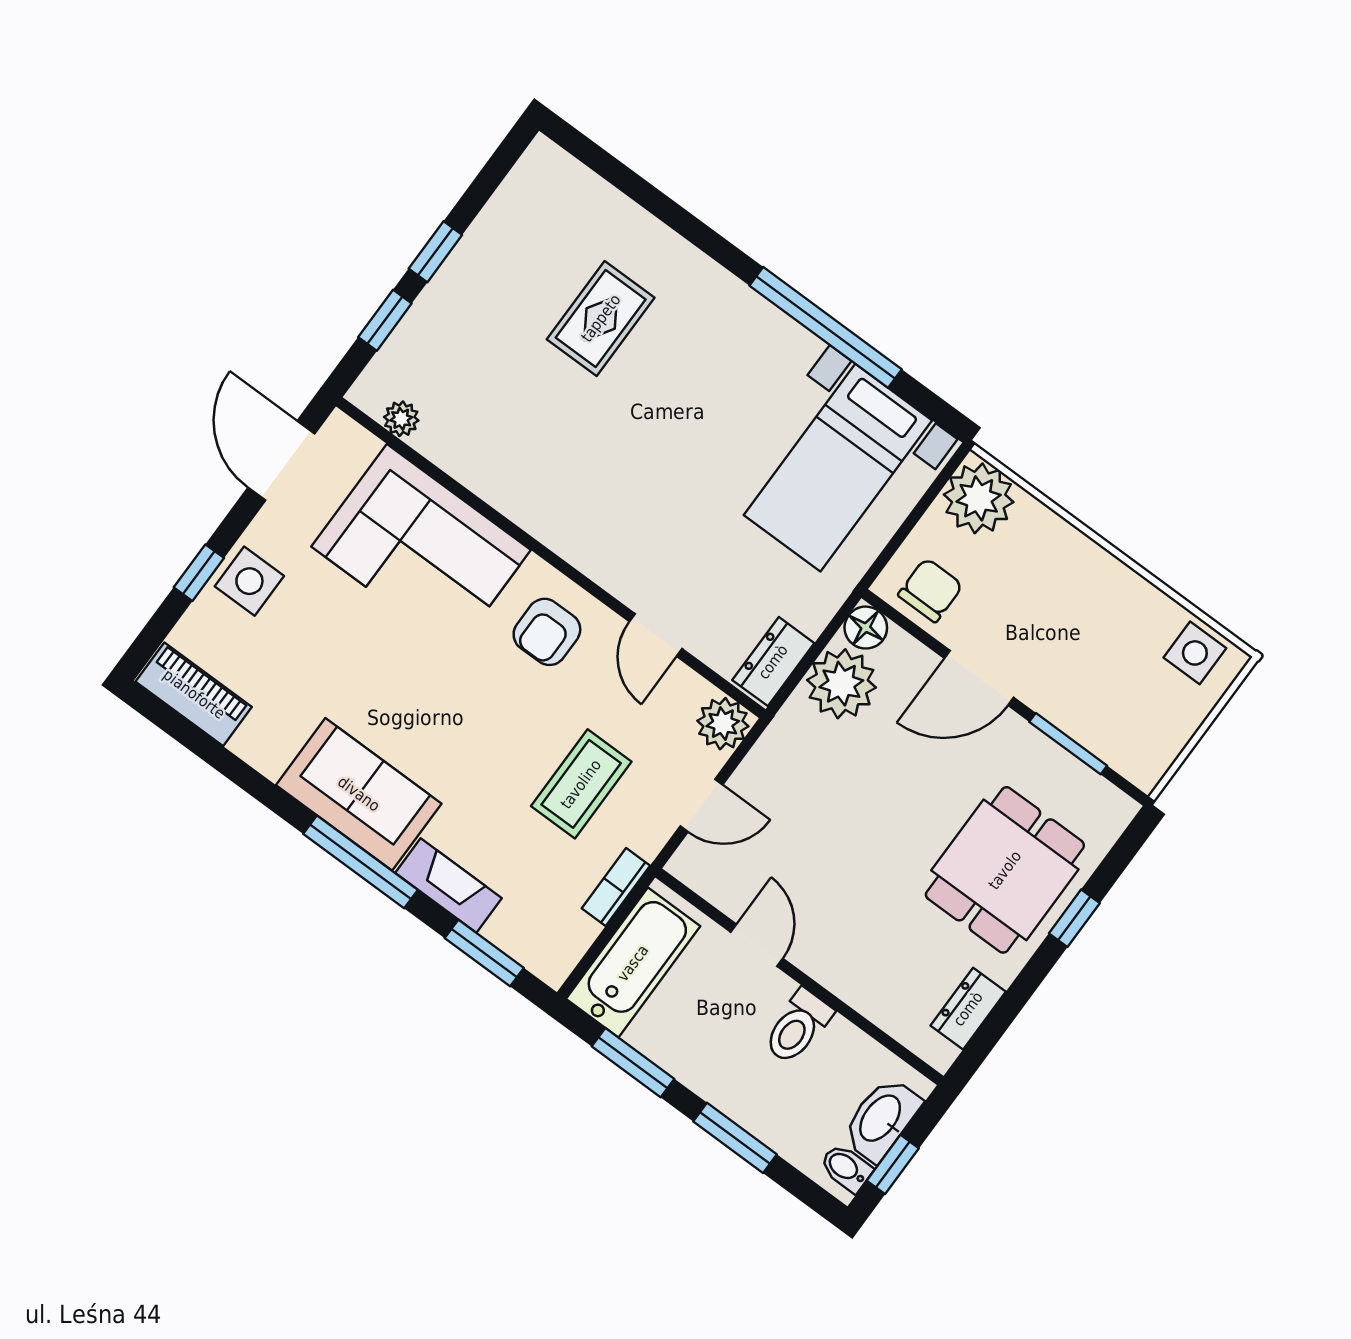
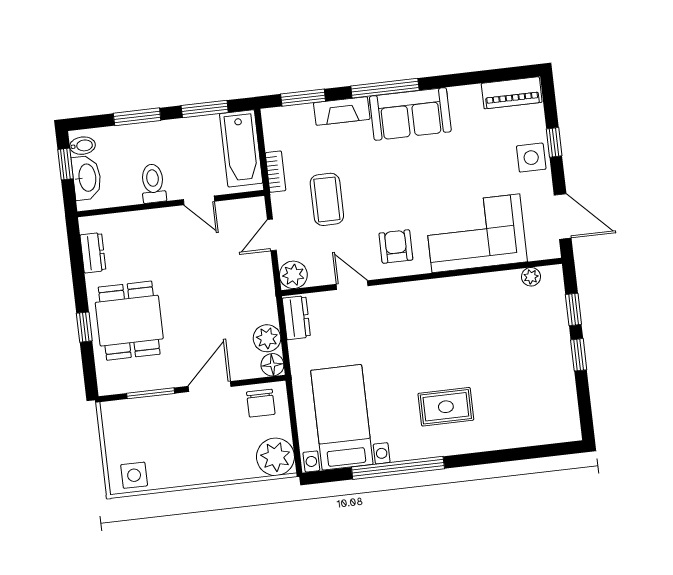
rug: (601, 318) -> (446, 407), moved, turned 90
plant: (841, 684) -> (267, 338), width x0.73, depth x0.73

